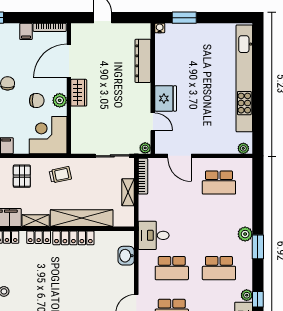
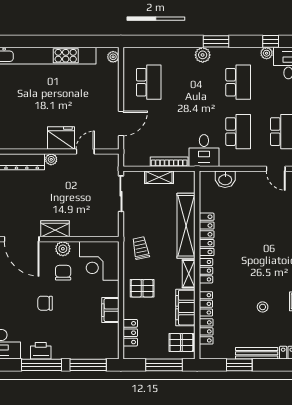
plant: (145, 148) -> (51, 159), moved
bookcase: (143, 176) -> (169, 162), moved

